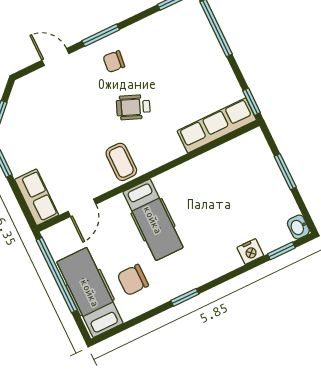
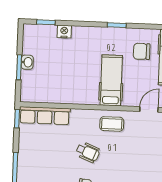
coffee table: (121, 162) -> (112, 124), turned 90
washbasin: (298, 227) -> (27, 62), moved
chair: (133, 280) -> (142, 51), turned 180

